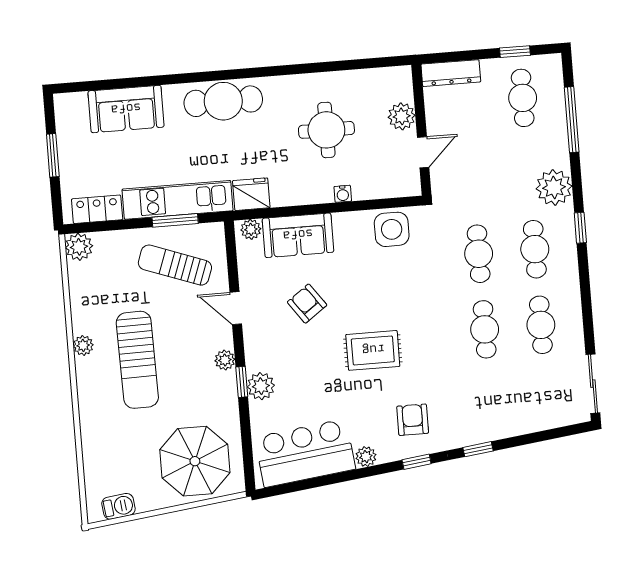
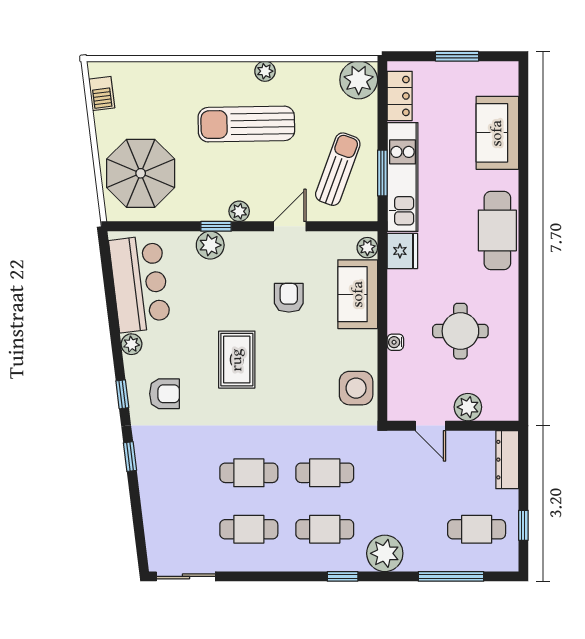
plant: (79, 247) -> (359, 80), width x1.36, depth x1.36
armchair: (307, 304) -> (289, 298), turned -54

